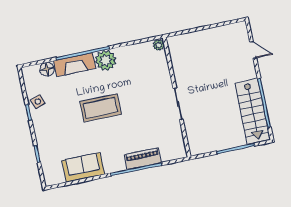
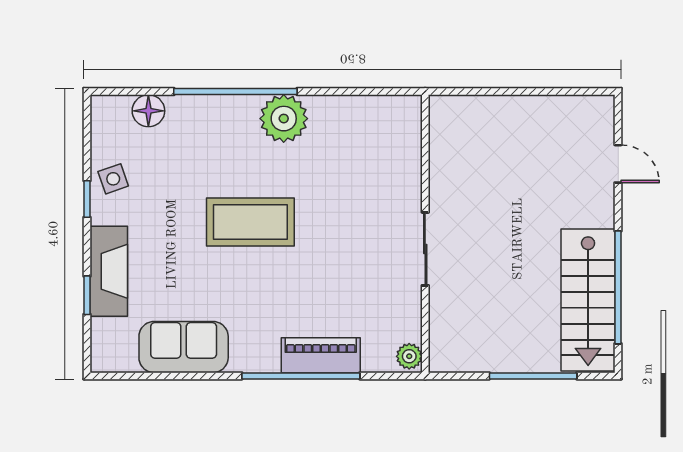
plant: (159, 45) -> (409, 356), moved
fireplace: (75, 65) -> (109, 271), moved, turned -90

